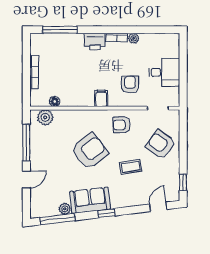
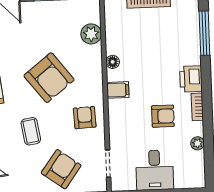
plant: (134, 38) -> (197, 143), moved
armchair: (130, 85) -> (163, 116), moved
floor lamp: (55, 102) -> (113, 62), moved
plant: (45, 117) -> (91, 34), moved

